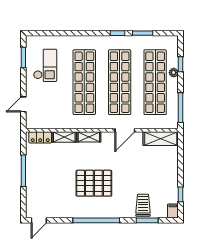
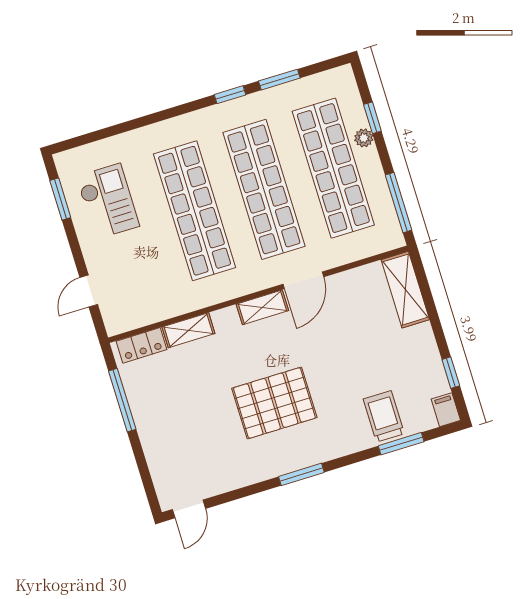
shelving: (89, 137) -> (262, 307), moved
shelving: (161, 139) -> (405, 290), moved, turned 90
window: (23, 171) -> (122, 400), moved
window: (96, 220) -> (301, 474), width x0.47

